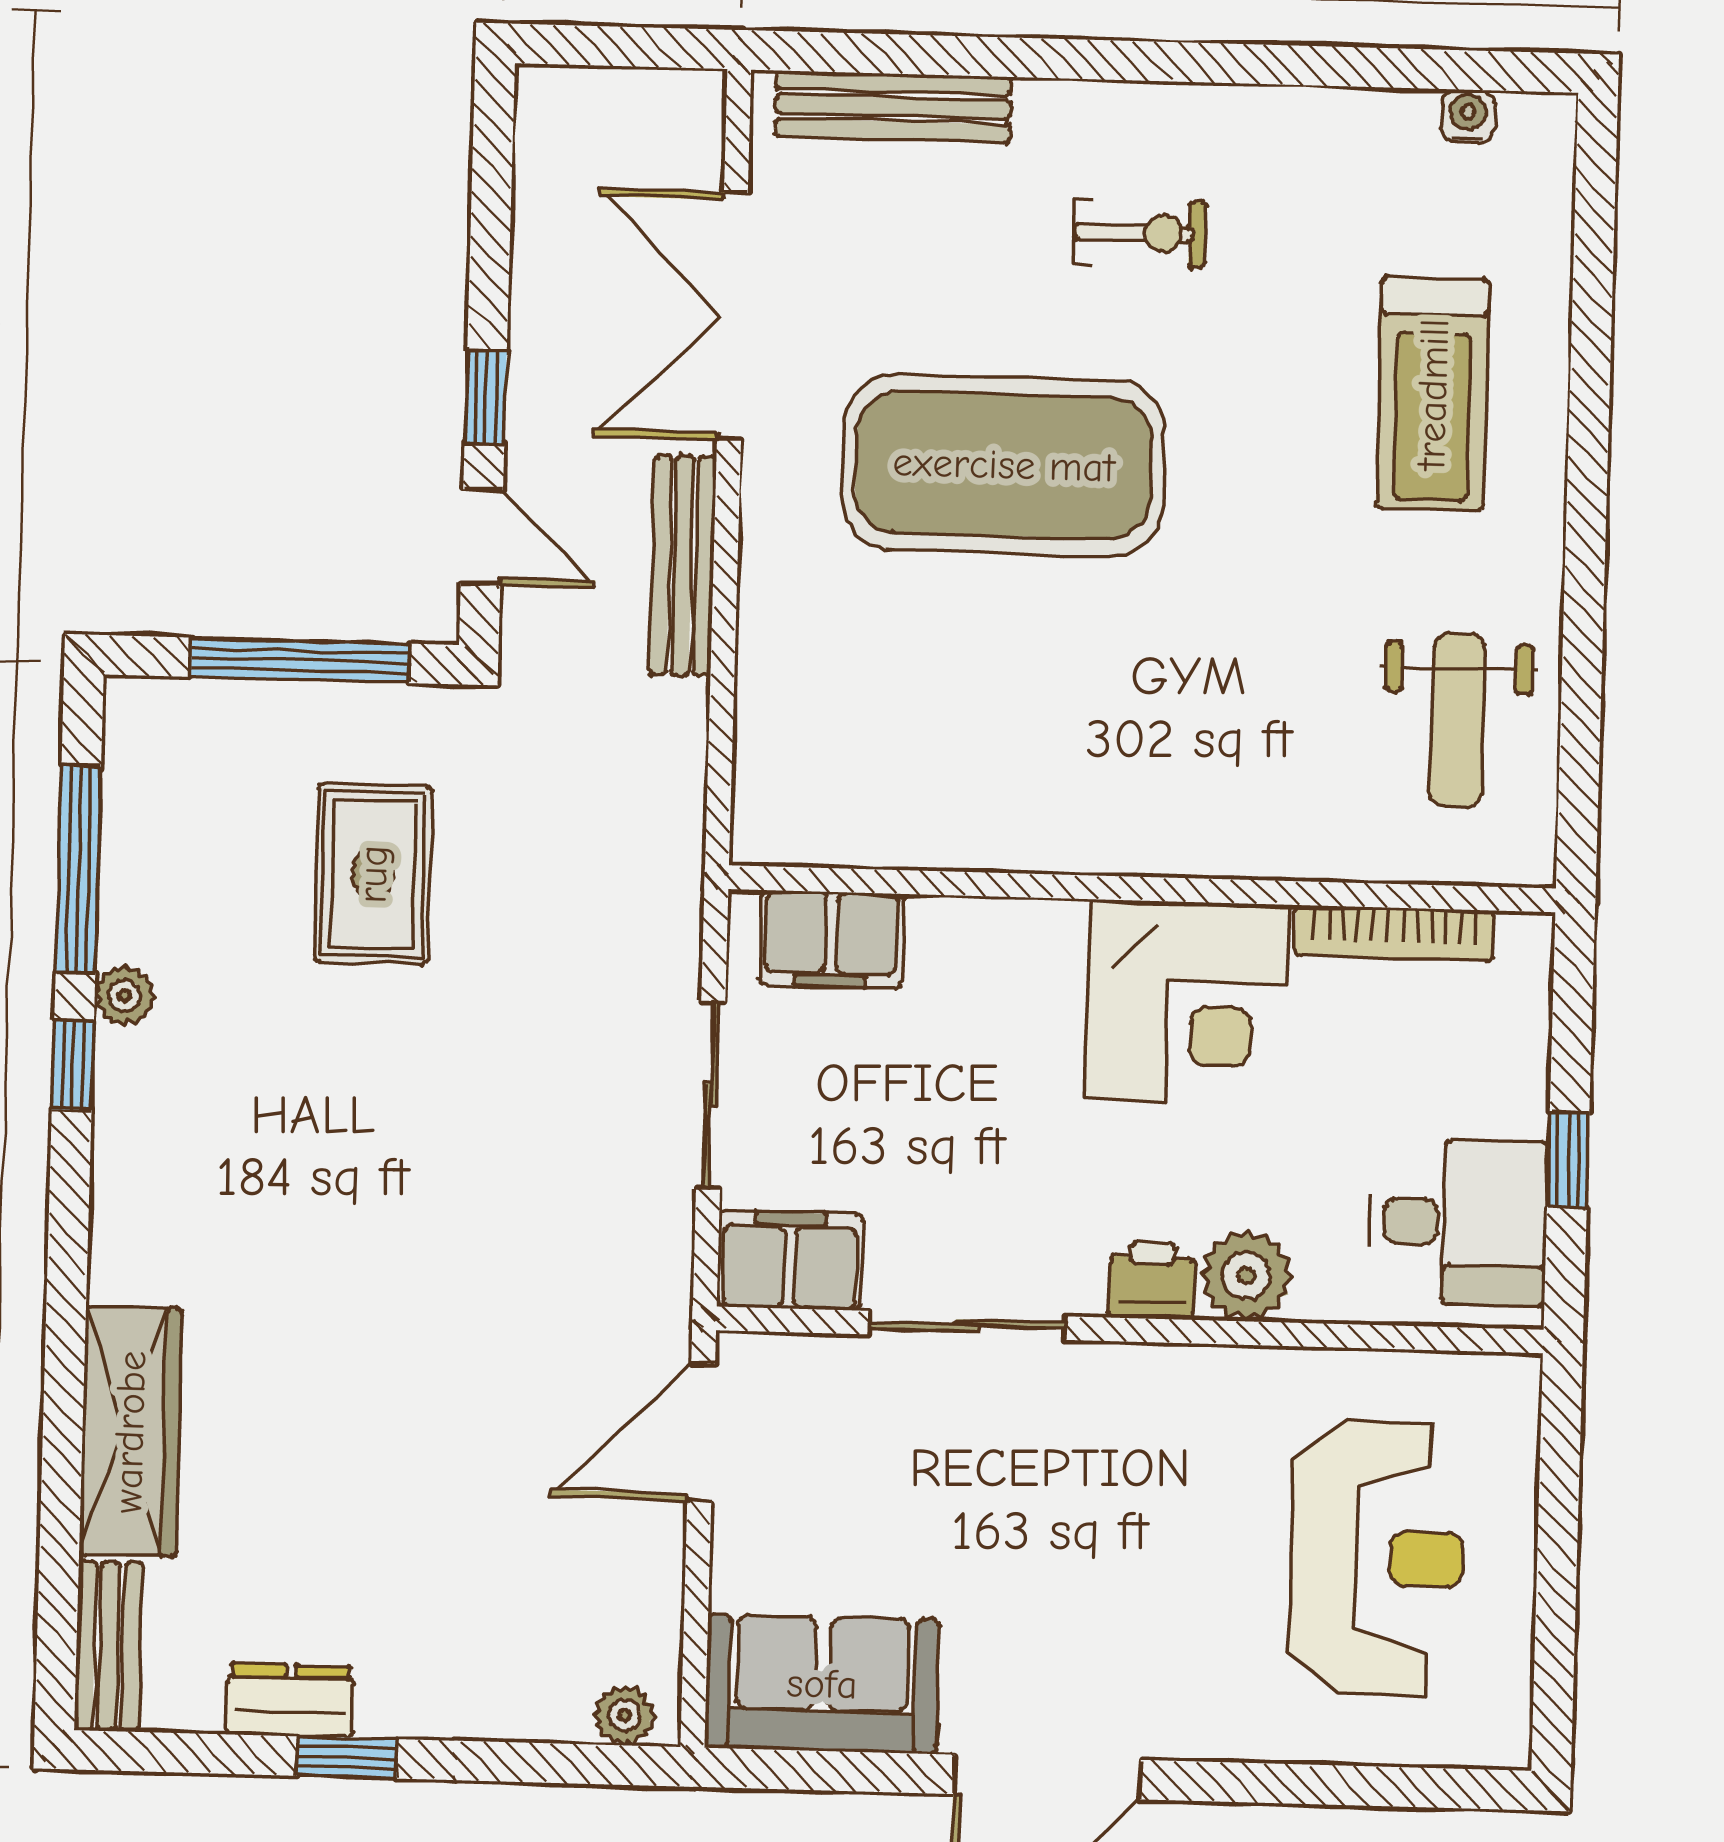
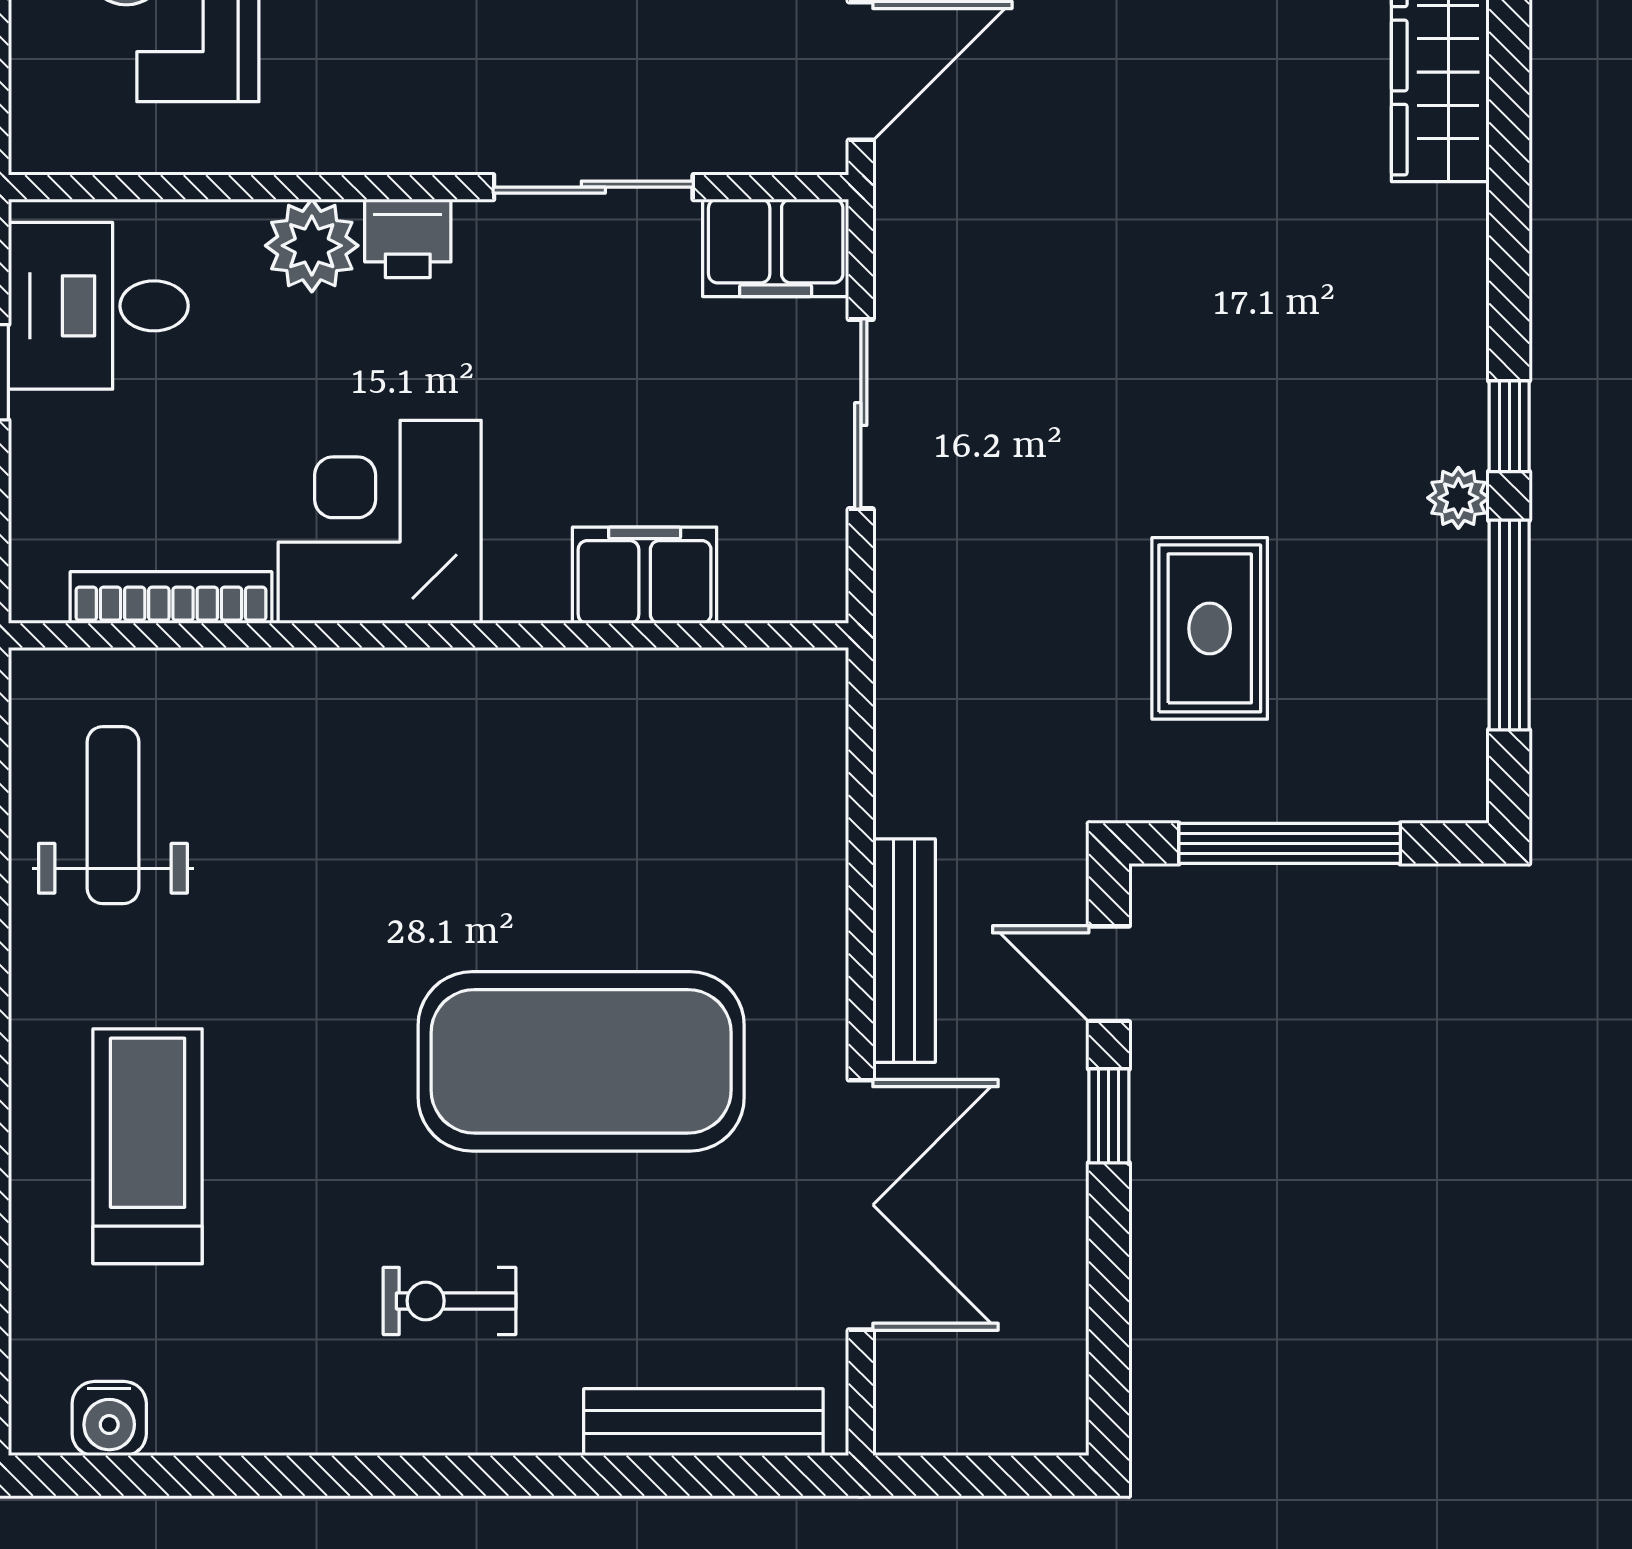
water cooler: (1468, 116) -> (109, 1419), width x1.38, depth x1.38
filing cabinet: (831, 939) -> (645, 575), moved

